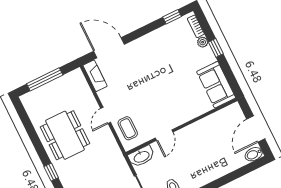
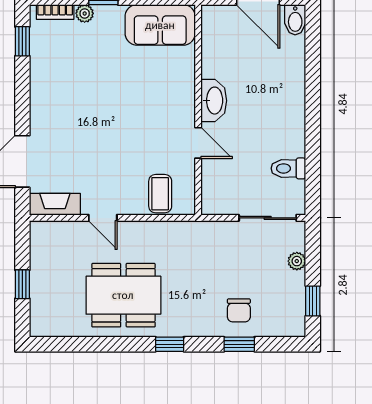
window: (45, 79) -> (22, 284), width x0.46
door: (106, 115) -> (103, 218), moved
coffee table: (128, 128) -> (160, 194), turned 90
washbasin: (141, 156) -> (214, 101), moved

